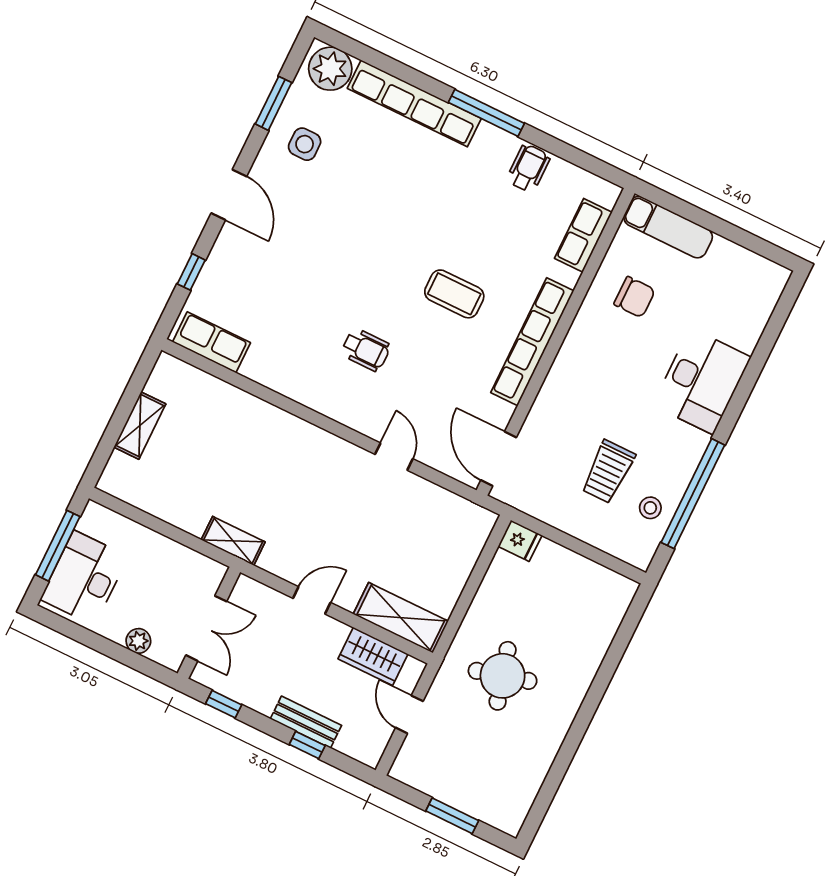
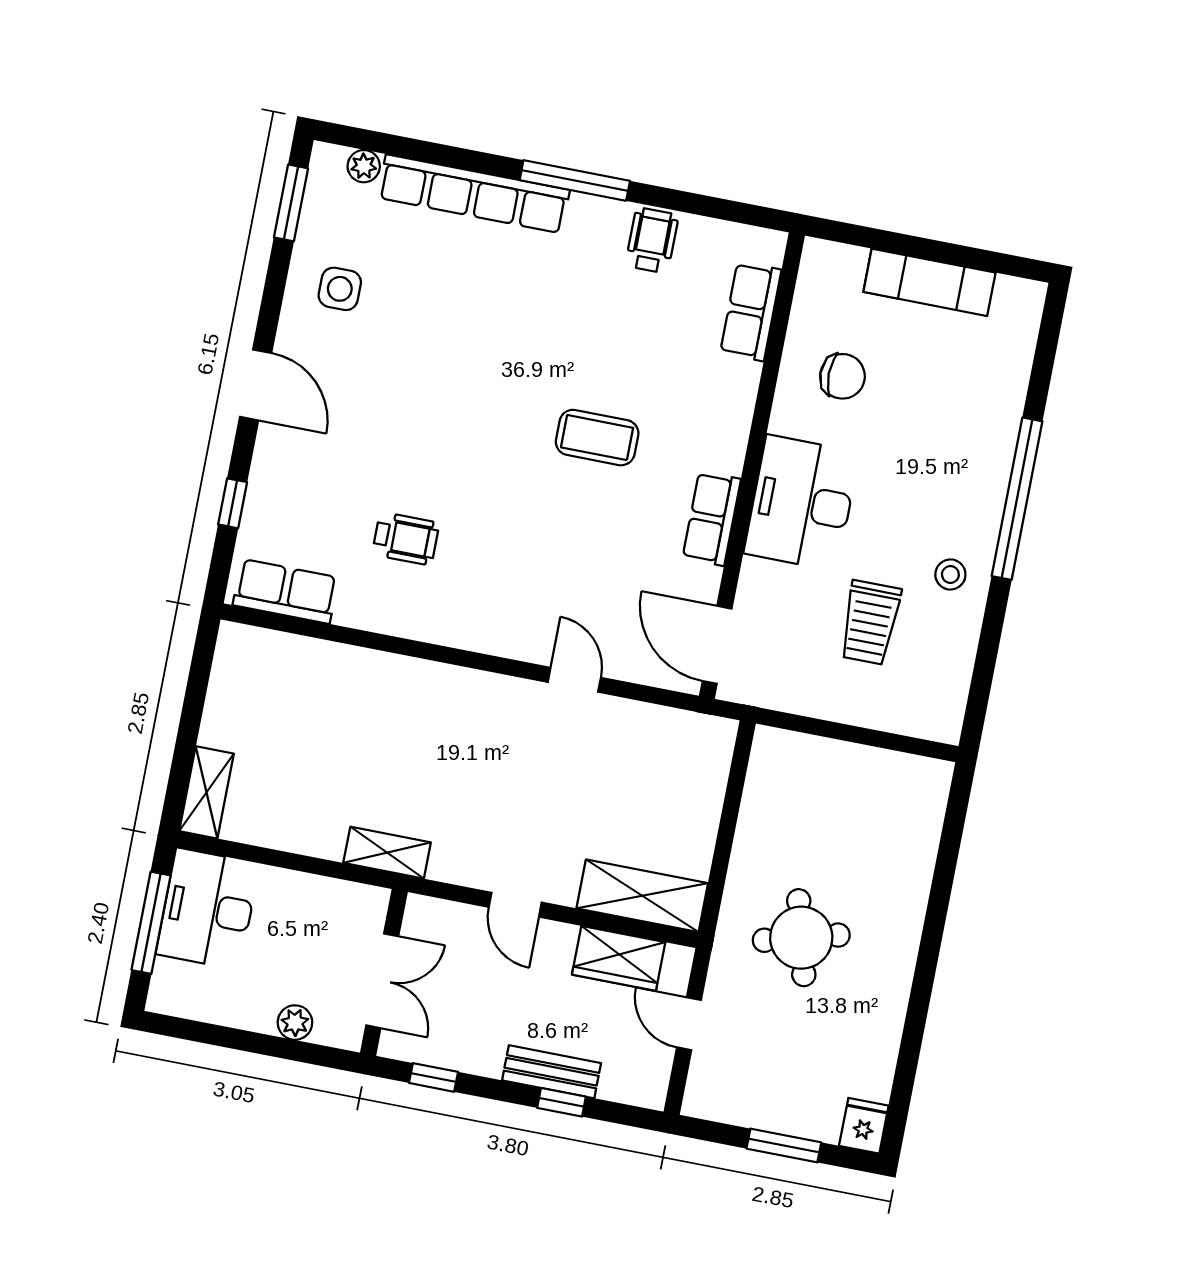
plant: (330, 69) -> (364, 166), width x0.53, depth x0.53
window: (273, 103) -> (291, 203), moved
exam couch: (668, 227) -> (929, 282), moved
row of seats: (532, 342) -> (712, 519), width x0.50
wheelchair: (366, 350) -> (406, 539), moved
desk: (702, 381) -> (802, 503), moved, turned 180
shelving: (140, 426) -> (207, 792), moved
window: (693, 494) -> (1017, 499), moved
stool: (650, 508) -> (950, 574), moved
fridge: (520, 541) -> (864, 1126), moved, turned -90
desk: (84, 578) -> (208, 909), moved
door: (312, 600) -> (515, 905), swing flipped

